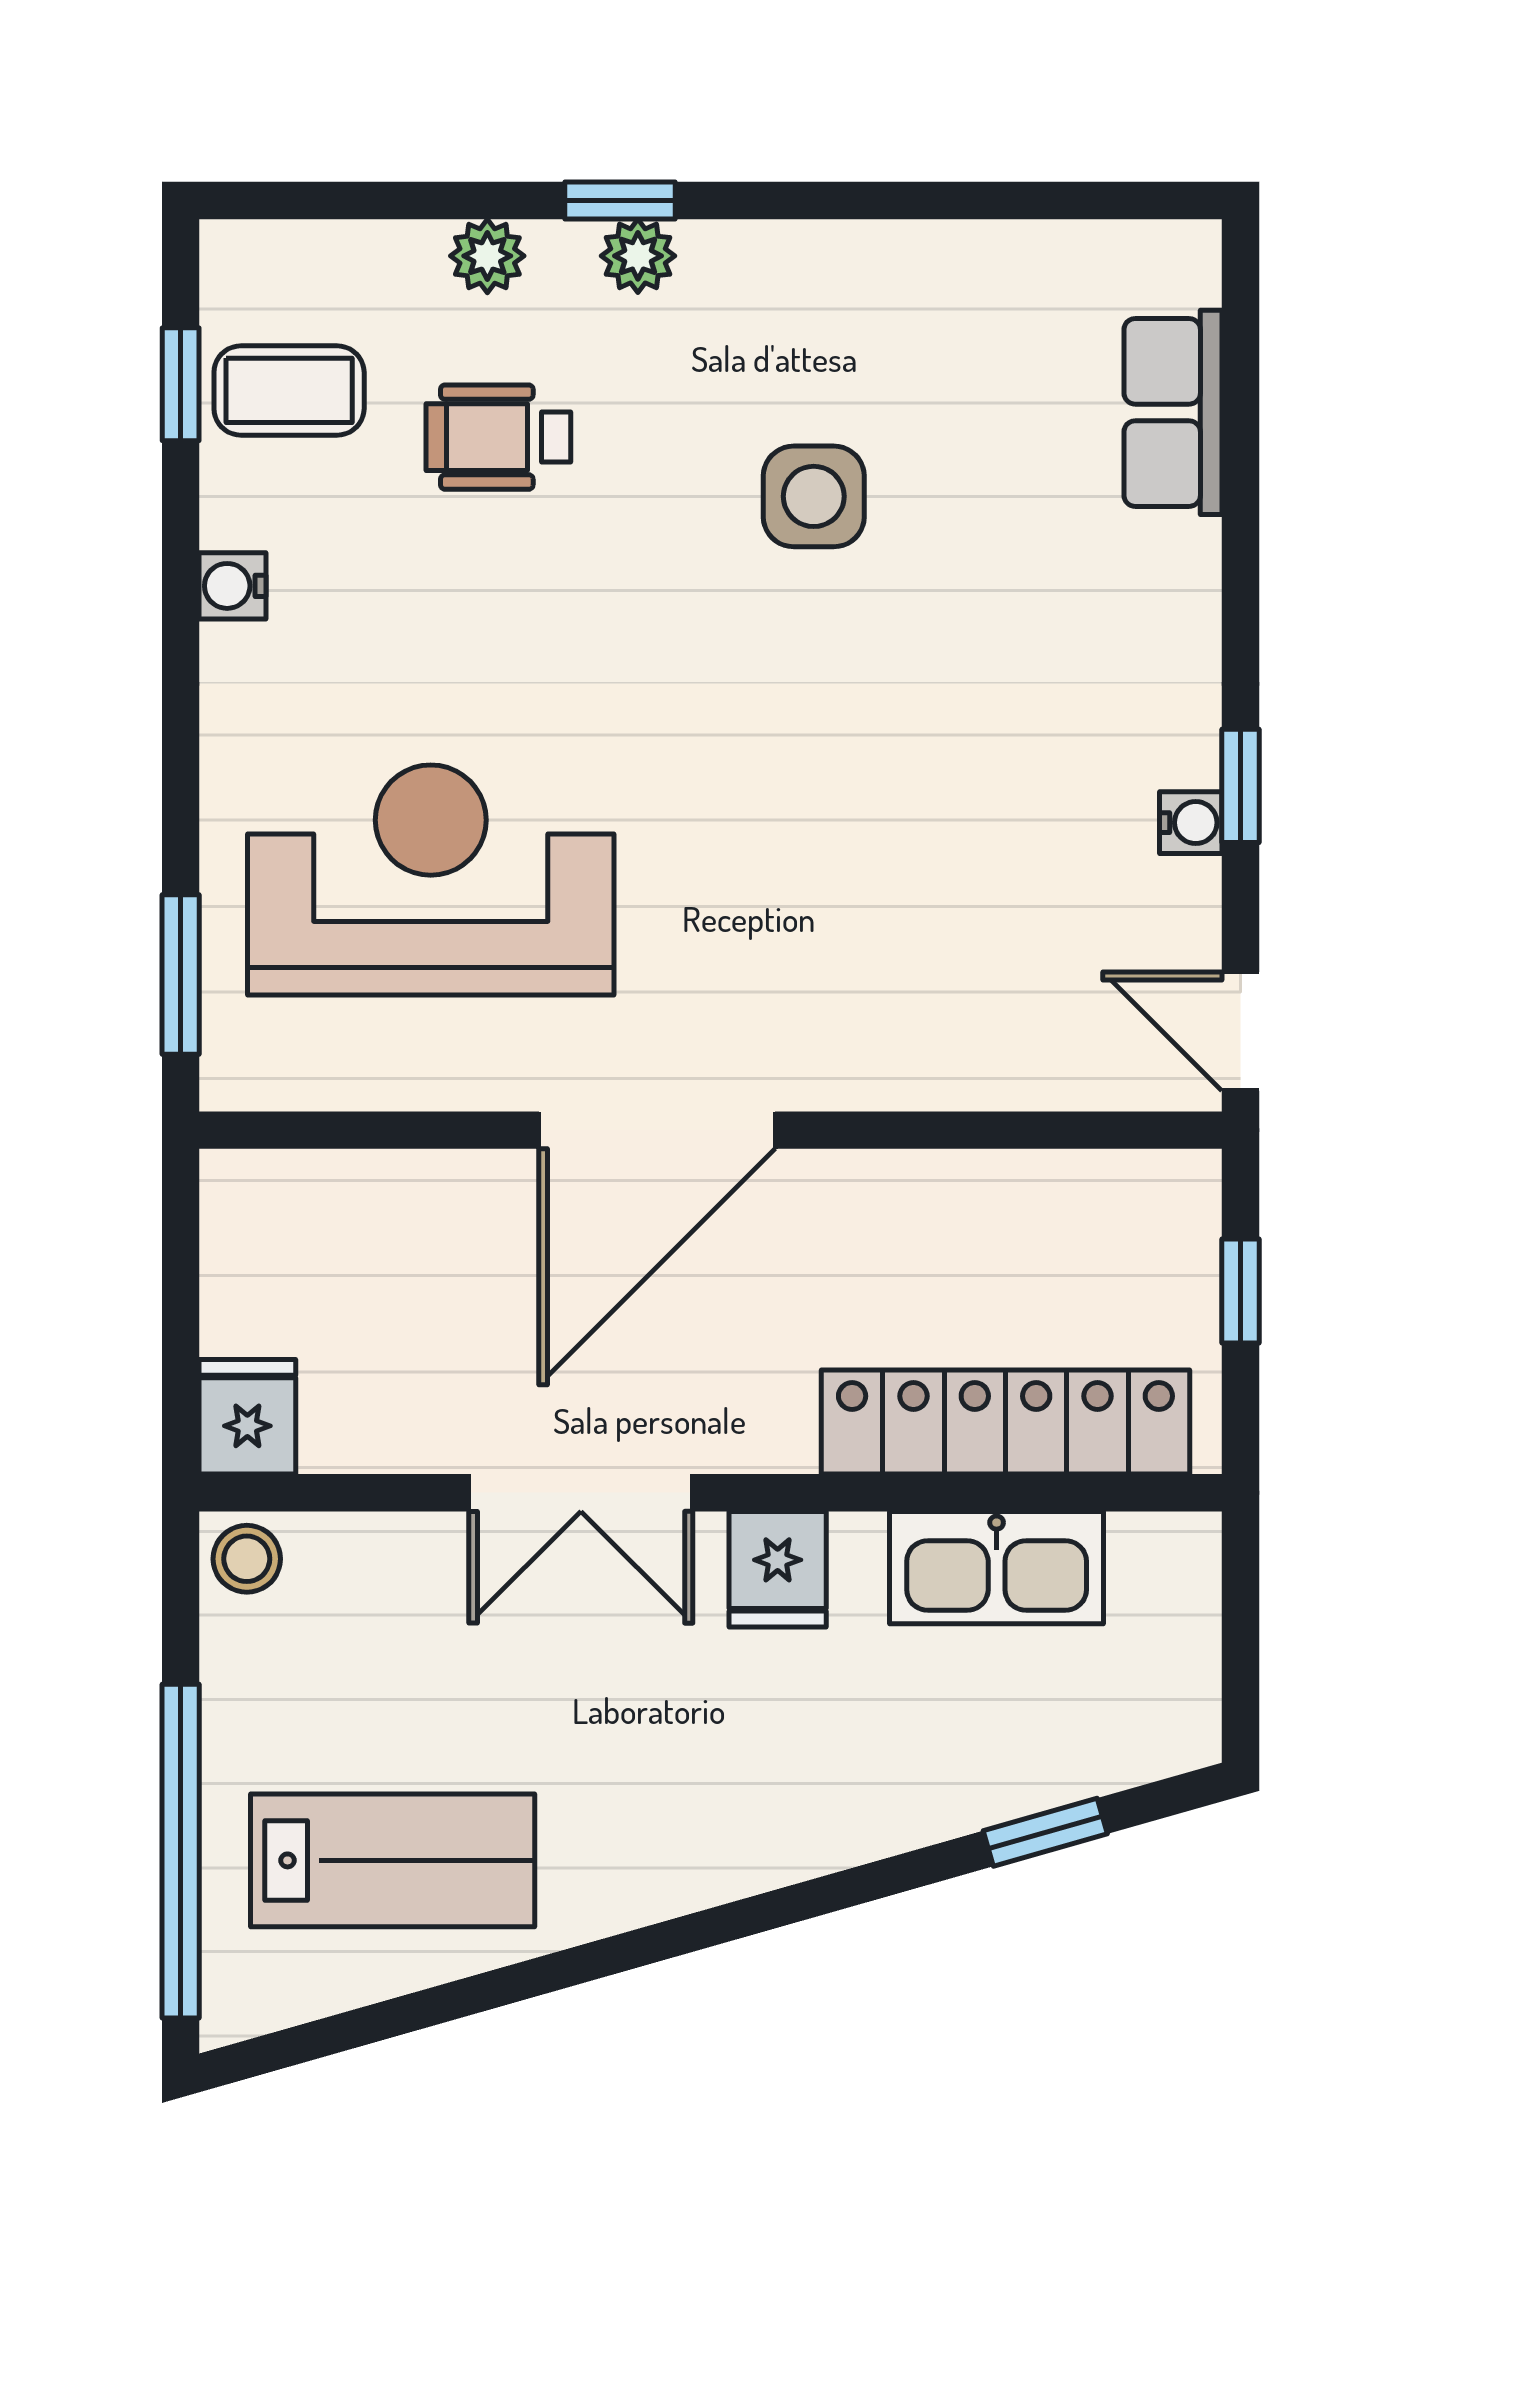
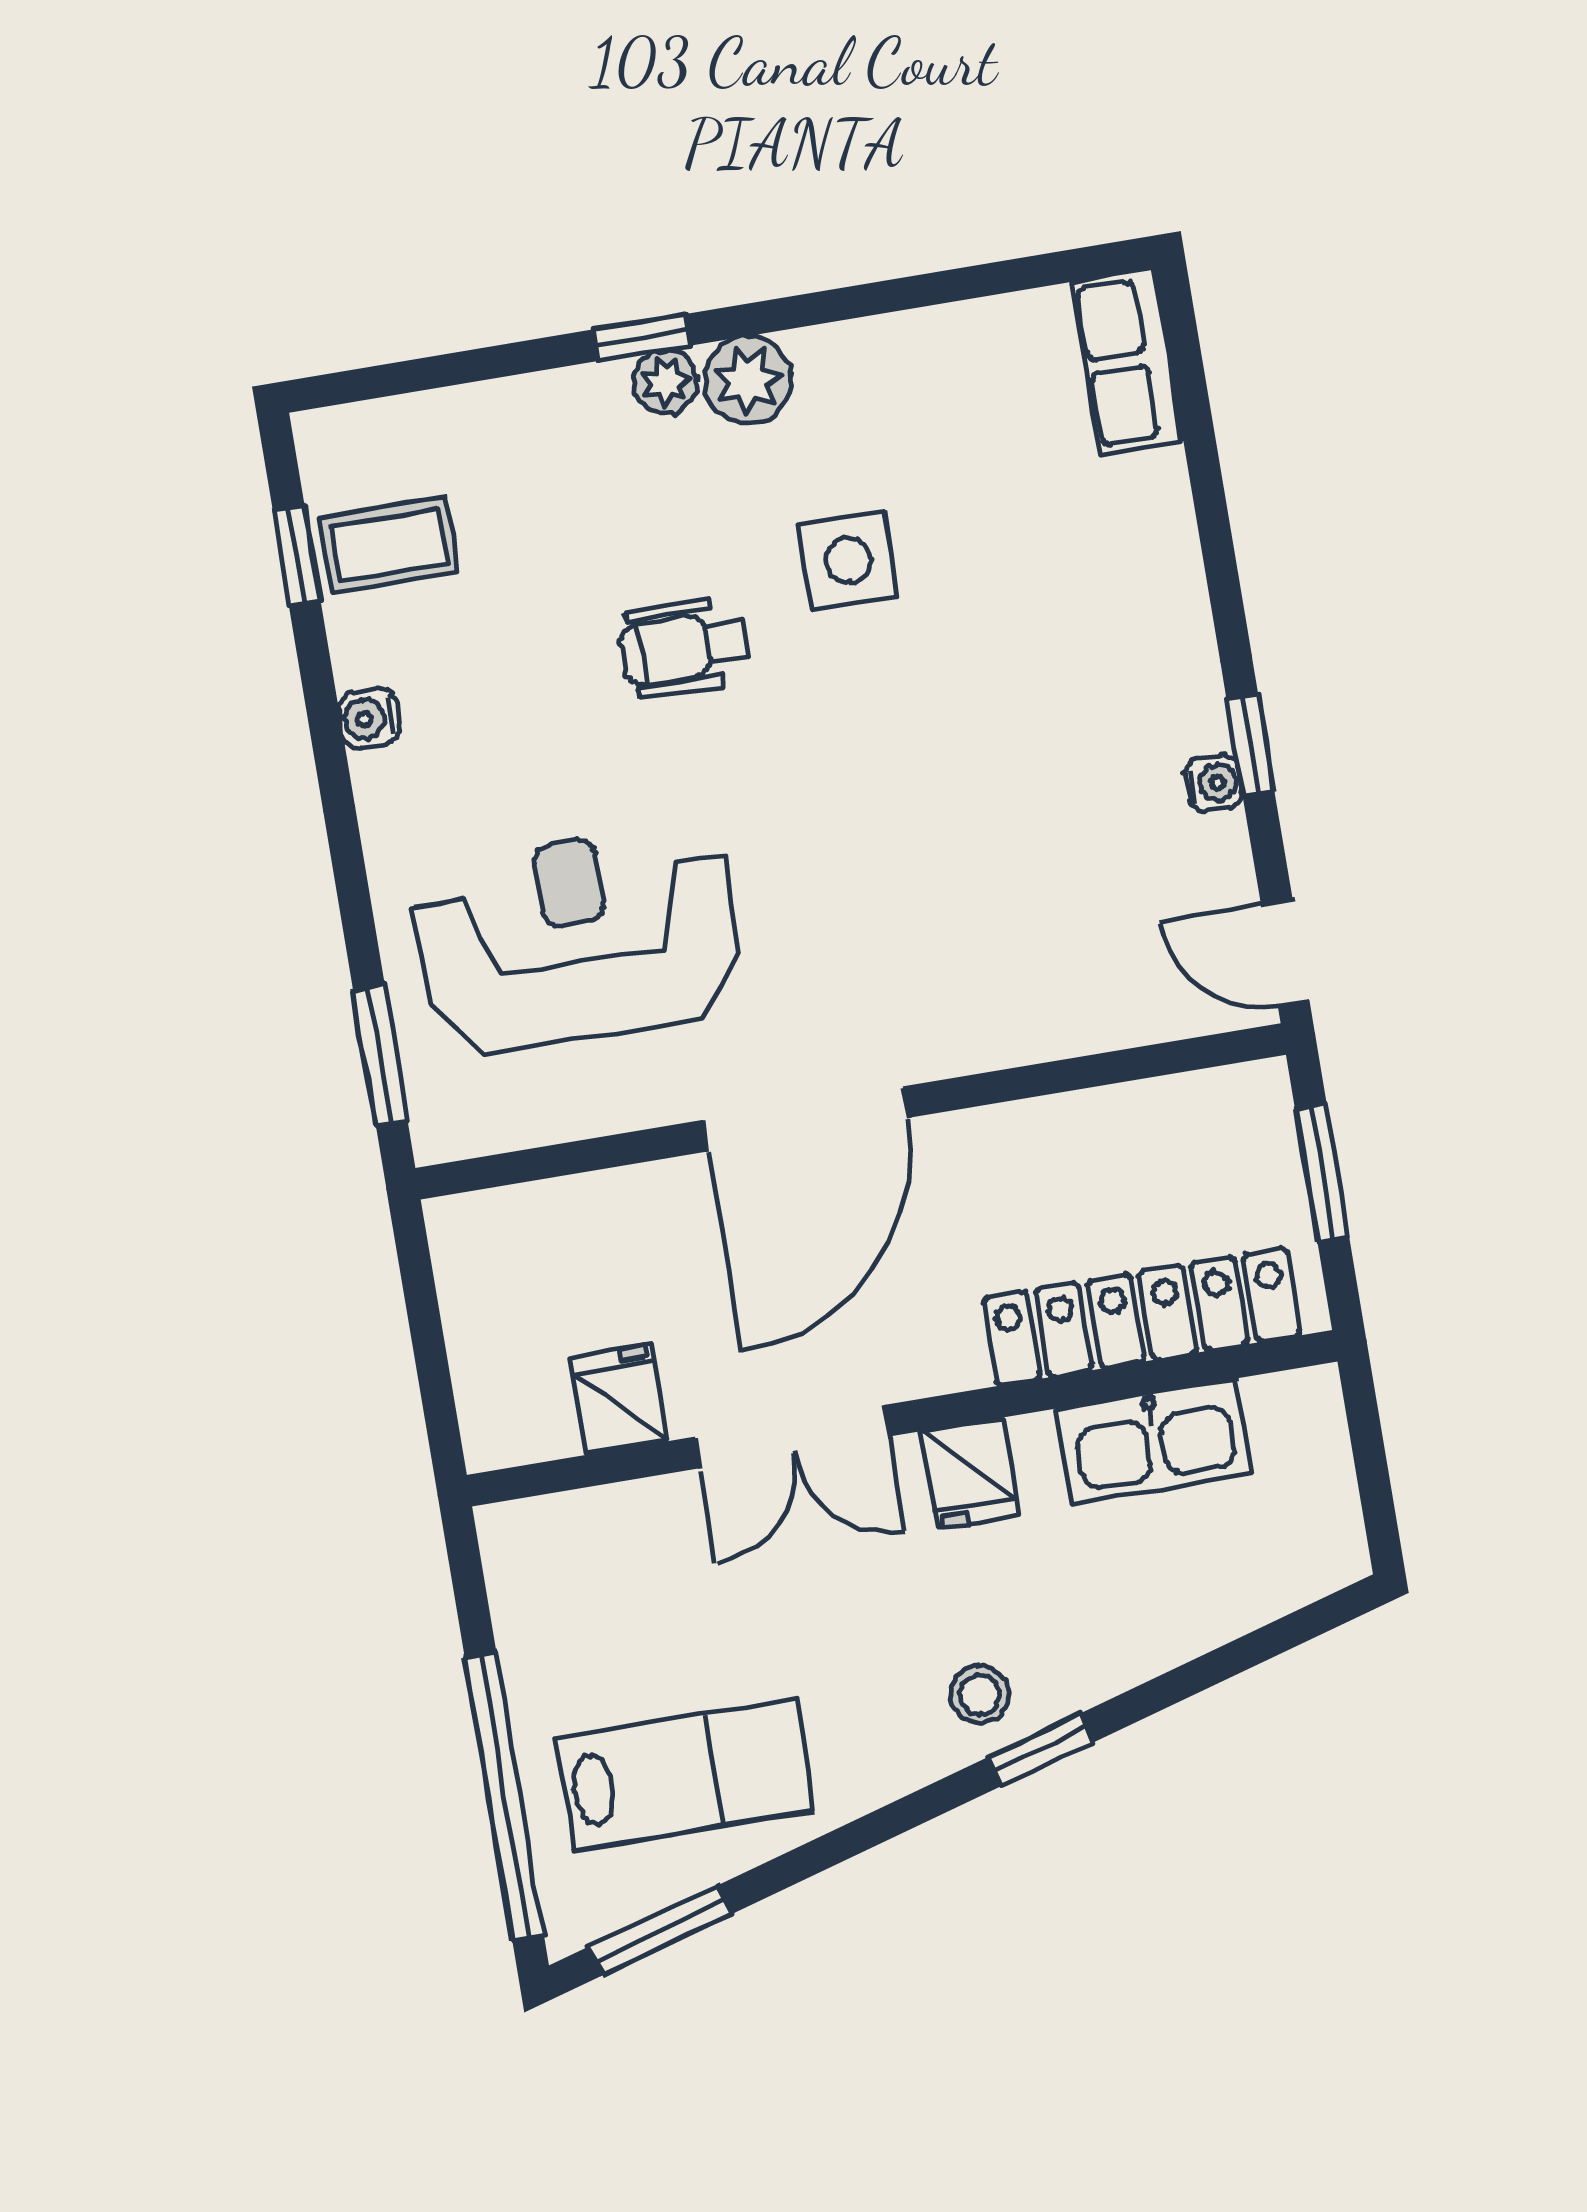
plant: (487, 256) -> (748, 380), moved, width x1.38, depth x1.38
row of seats: (1173, 412) -> (1128, 361), moved
wheelchair: (498, 437) -> (684, 648), moved
window: (1240, 1291) -> (1322, 1172), width x1.50
fridge: (247, 1417) -> (619, 1399), moved
stool: (247, 1559) -> (980, 1694), moved
window: (1045, 1832) -> (1040, 1750), moved
window: (334, 2035) -> (660, 1930), added

